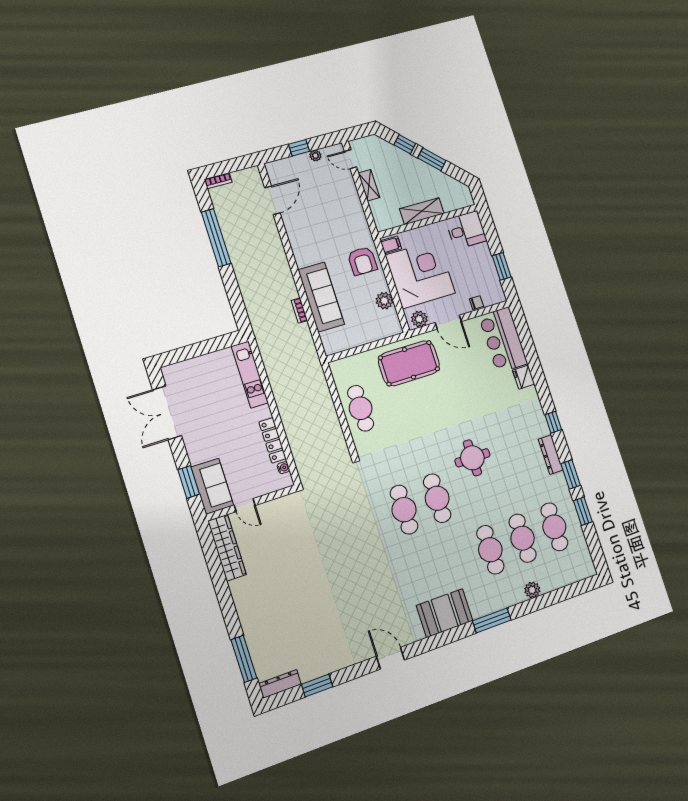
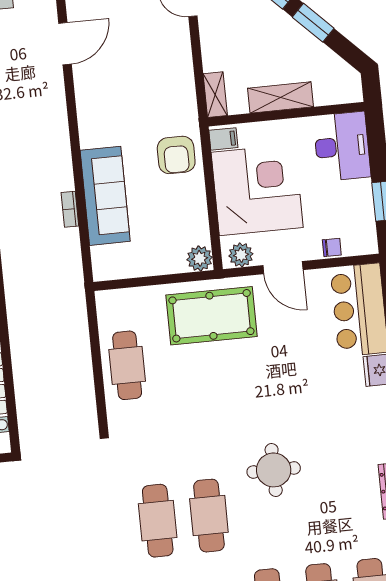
shelving: (369, 185) -> (215, 95), moved
desk: (466, 230) -> (342, 146), width x1.37
plant: (384, 301) -> (200, 258), moved

